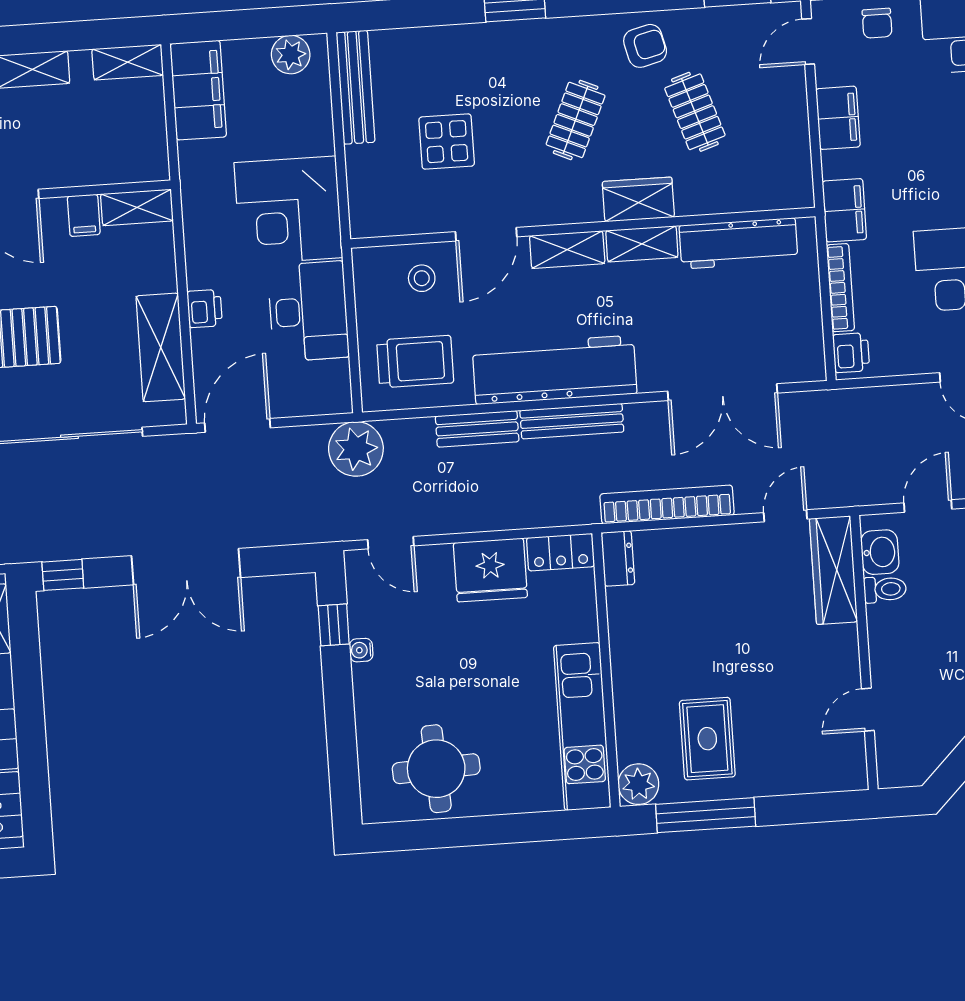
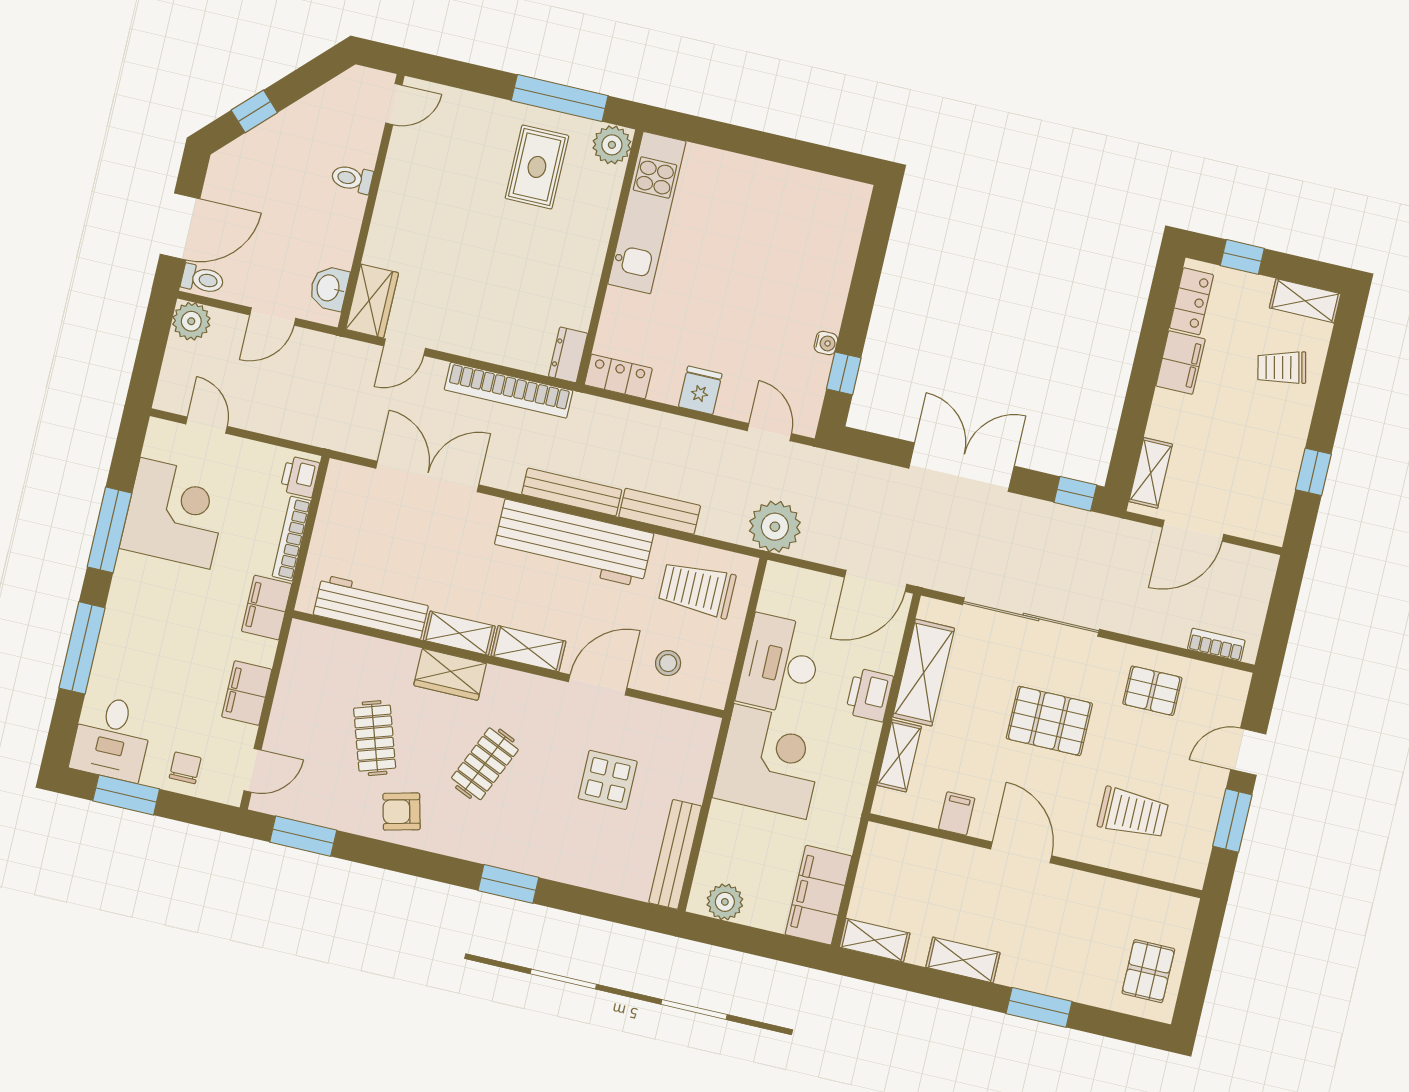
shelving: (137, 207) -> (899, 756), moved, turned 90
printer: (205, 309) -> (869, 695), width x1.36, depth x1.24
fridge: (490, 570) -> (700, 390), width x0.53, depth x0.75
wardrobe: (834, 570) -> (372, 301), width x0.67
toilet: (885, 589) -> (352, 179), moved
door: (868, 710) -> (394, 104), moved
round table: (436, 769) -> (791, 215), removed

